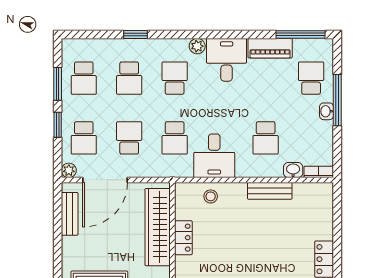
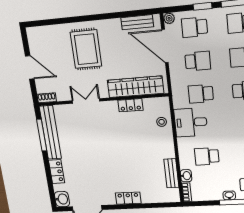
bench: (270, 191) -> (171, 173), moved

